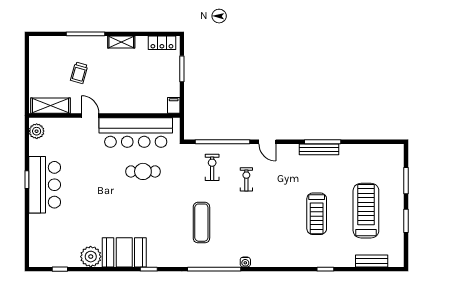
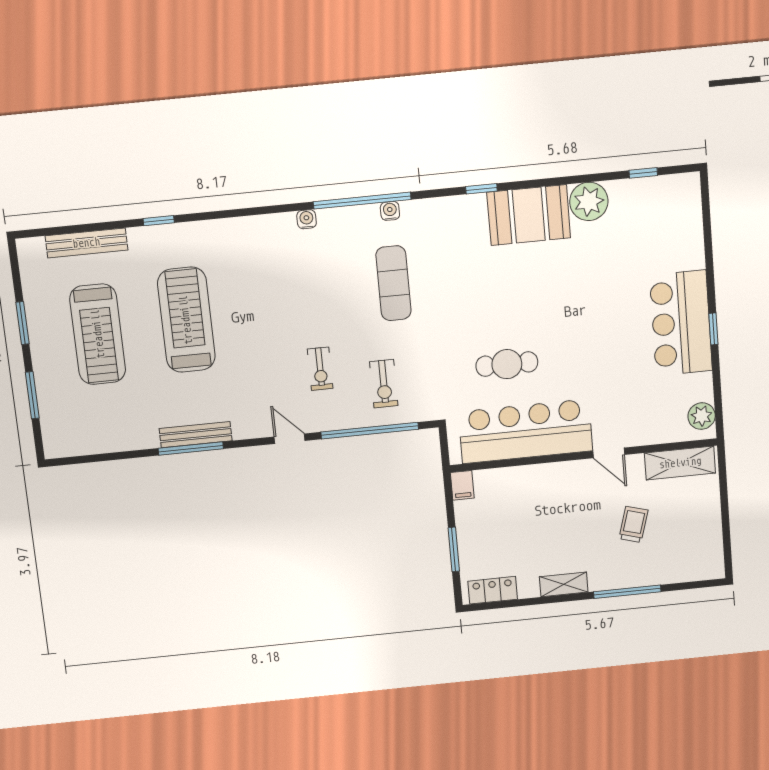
treadmill: (317, 214) -> (186, 320), width x1.37, depth x1.38
bench: (372, 261) -> (86, 243), width x1.36
water cooler: (200, 262) -> (390, 211), added

